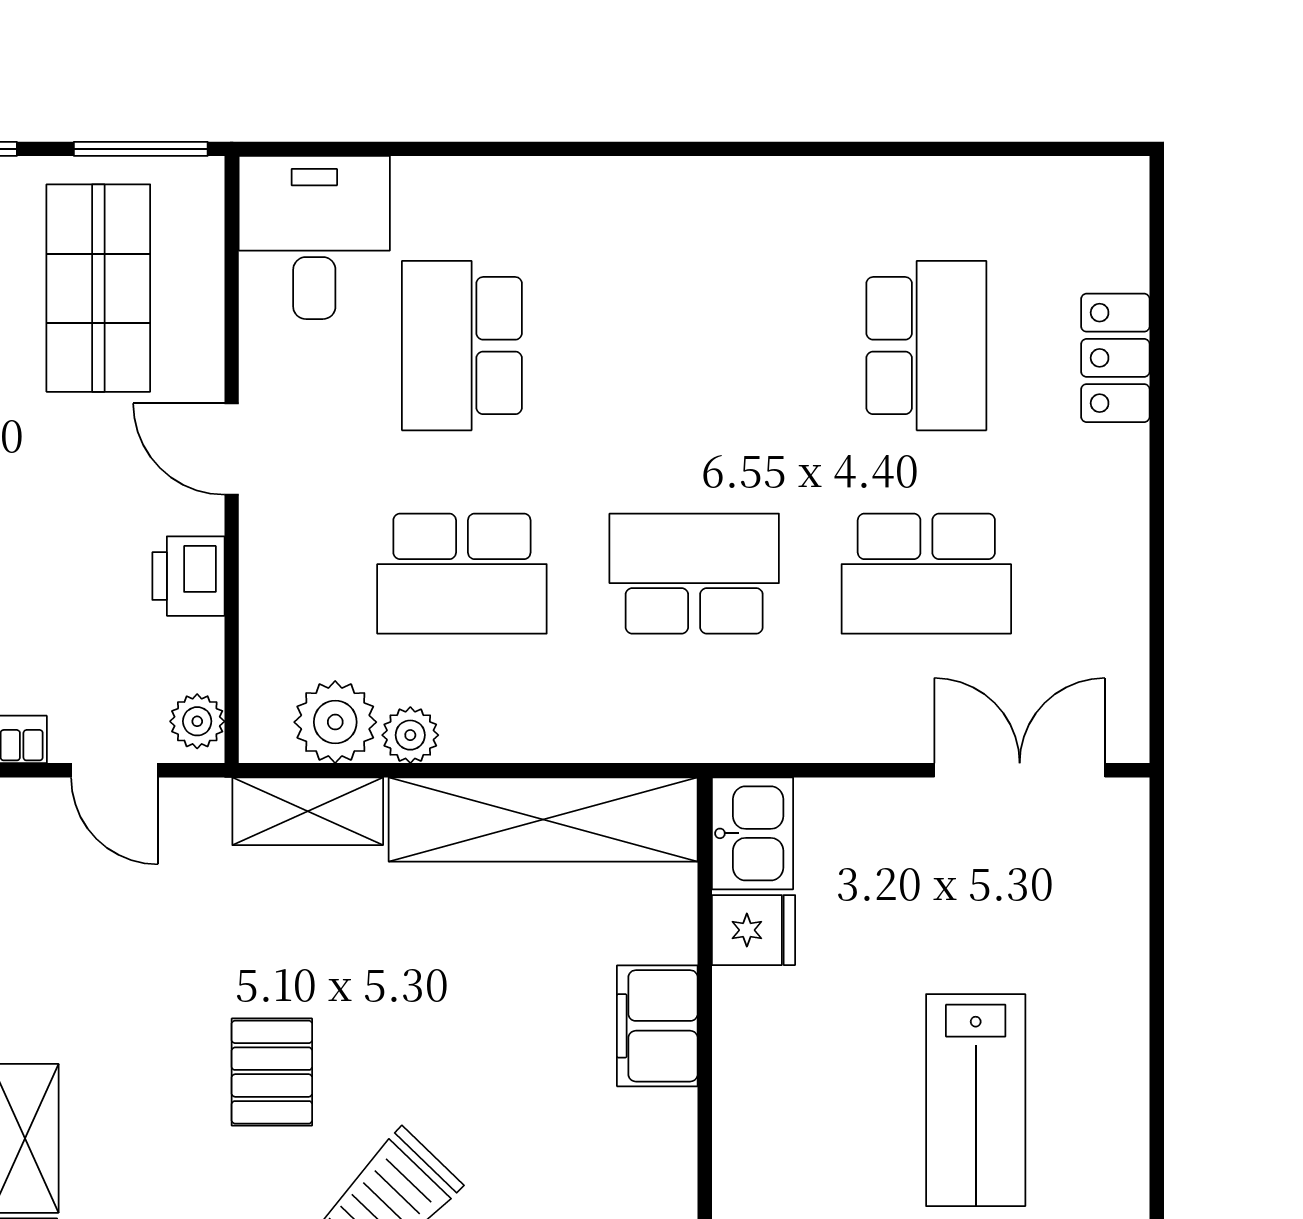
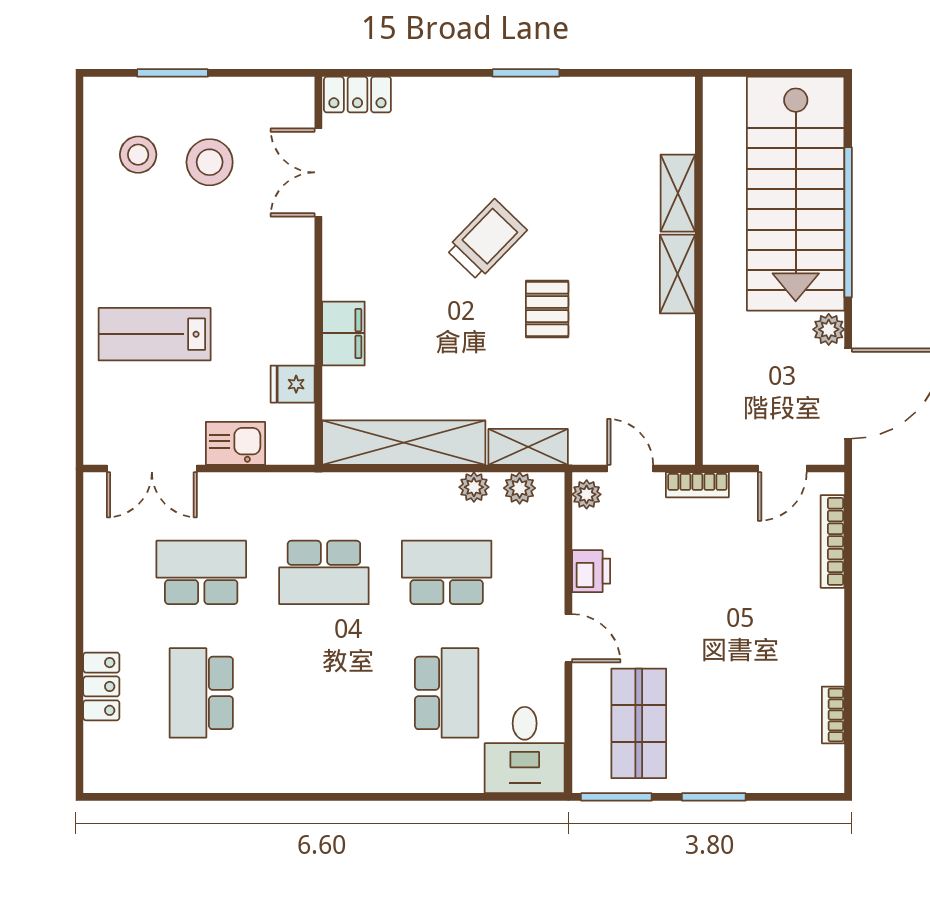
plant: (335, 722) -> (520, 488), width x0.73, depth x0.73
kitchen sink: (752, 833) -> (235, 443), moved, turned 90
lab bench: (976, 1100) -> (155, 334), moved, turned -90

